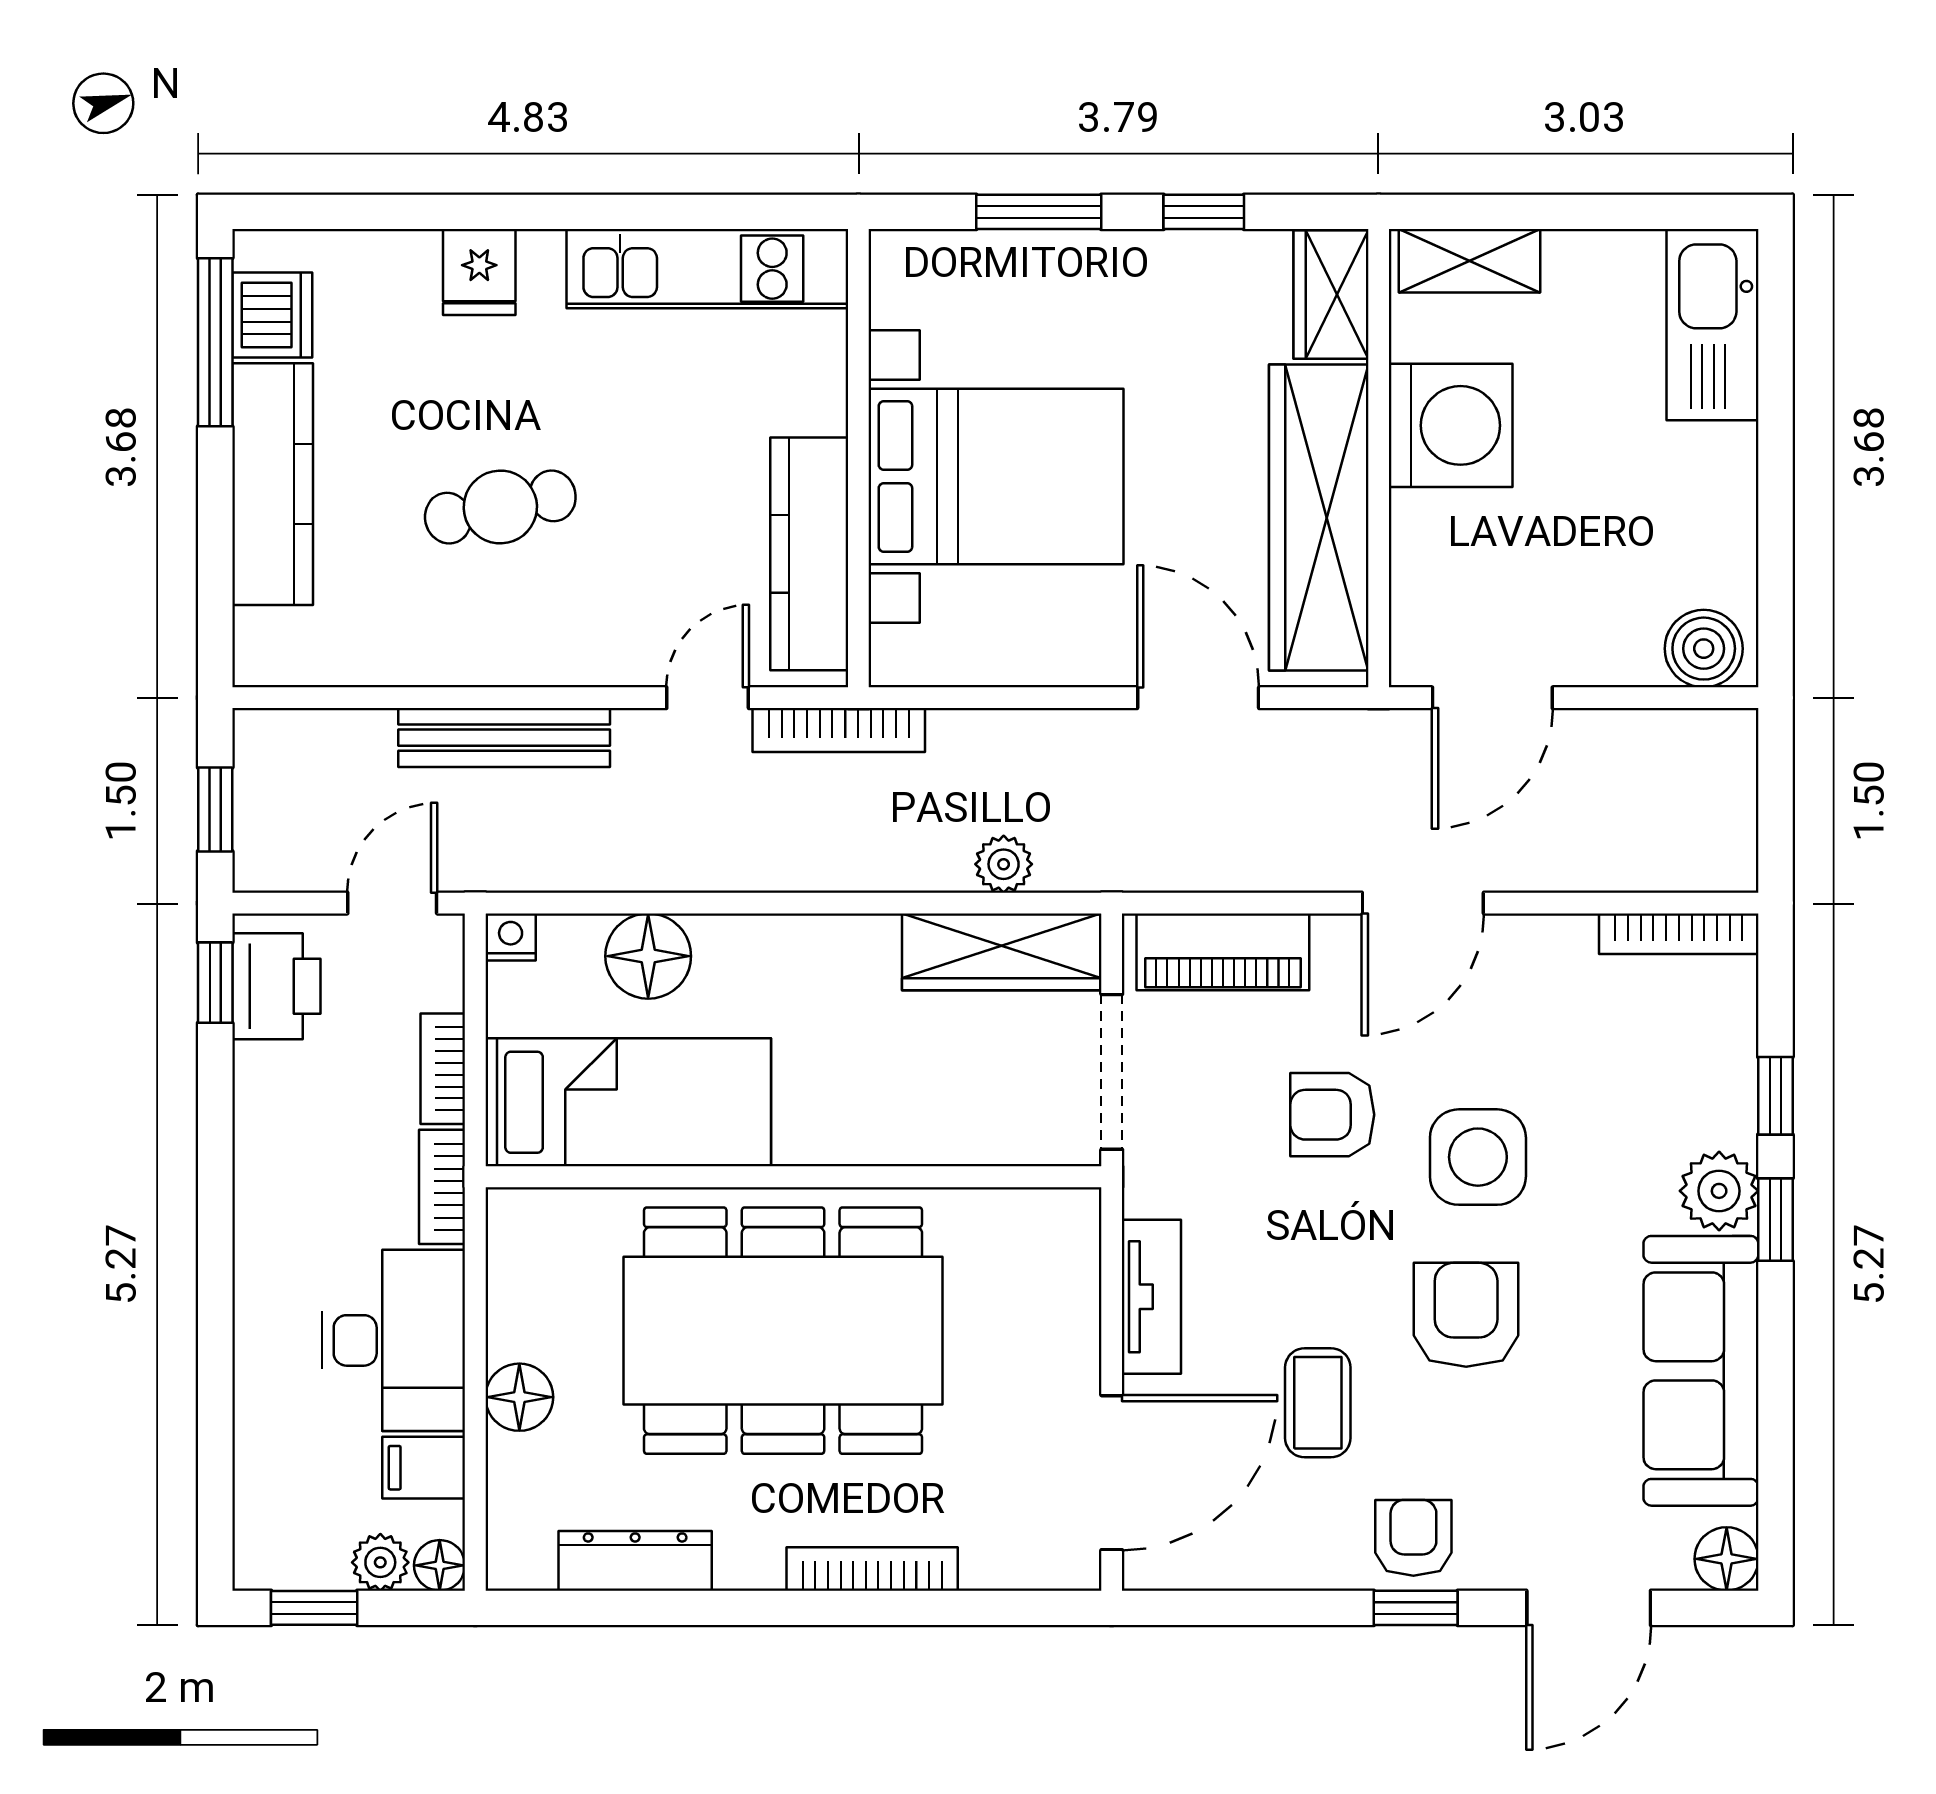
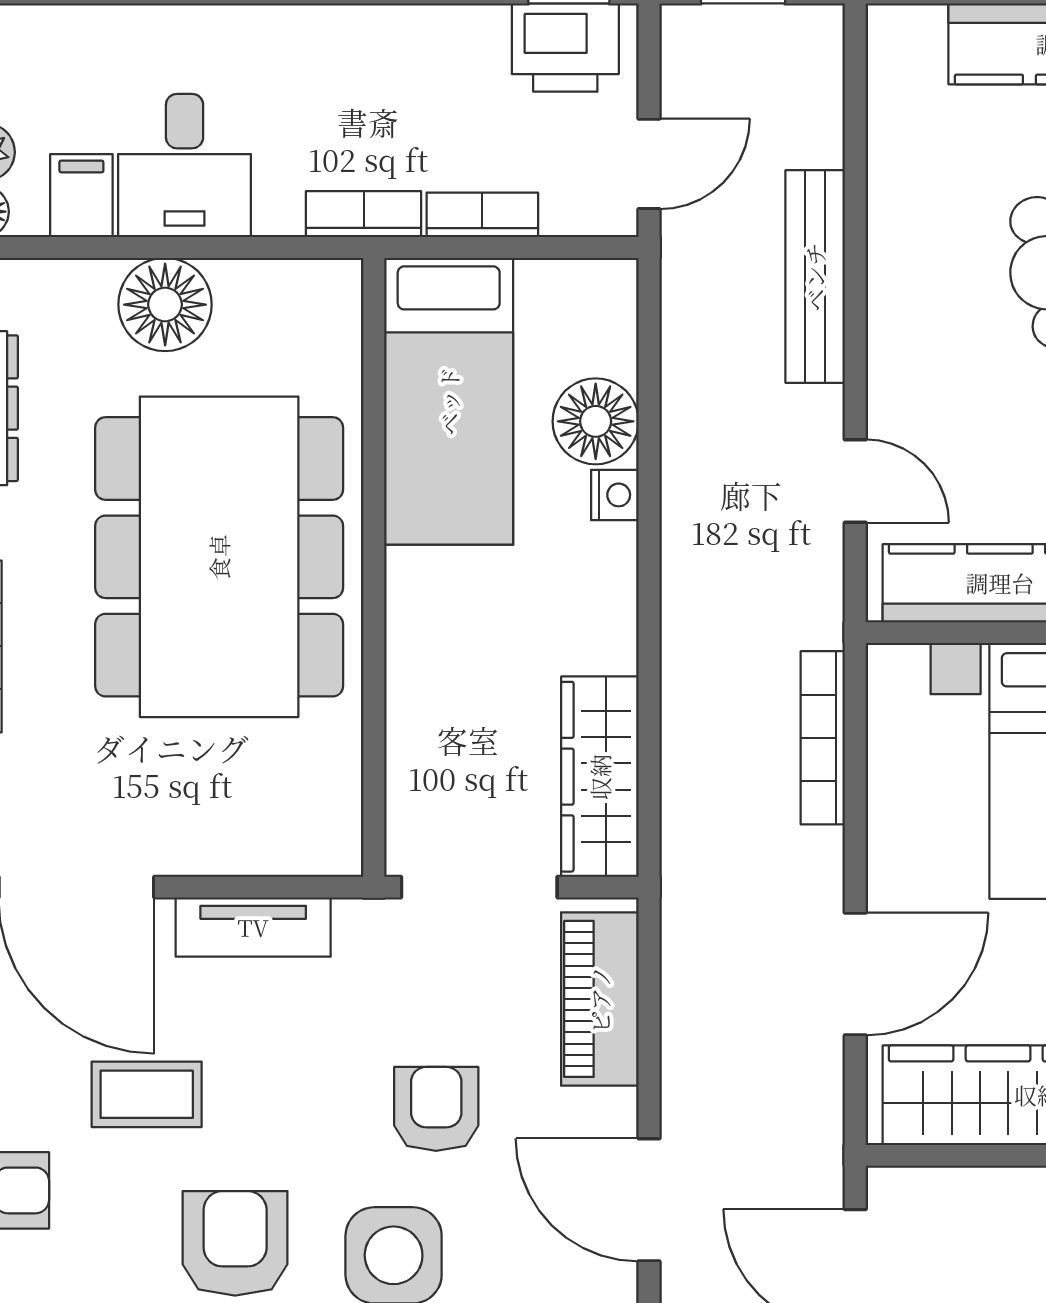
bookcase: (839, 730) -> (823, 738), moved
plant: (1004, 864) -> (688, 779), removed
door: (392, 903) -> (649, 164), hinge flipped
nightstand: (511, 937) -> (615, 495), moved
armchair: (1466, 1315) -> (235, 1243), turned -90
desk: (394, 1340) -> (185, 166), width x0.73
floor lamp: (519, 1397) -> (165, 305), width x1.38, depth x1.38

